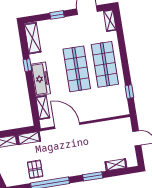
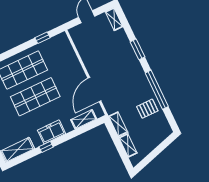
freezer: (41, 79) -> (52, 132), width x0.71
shelving: (116, 165) -> (114, 19), moved

